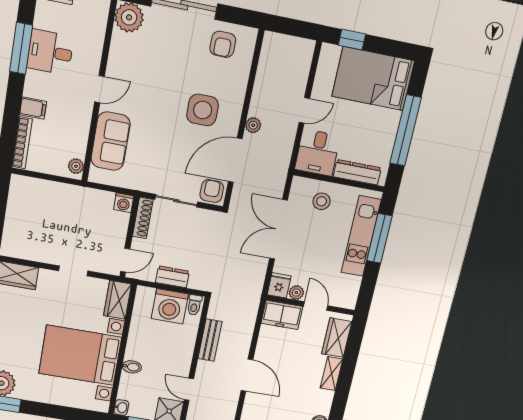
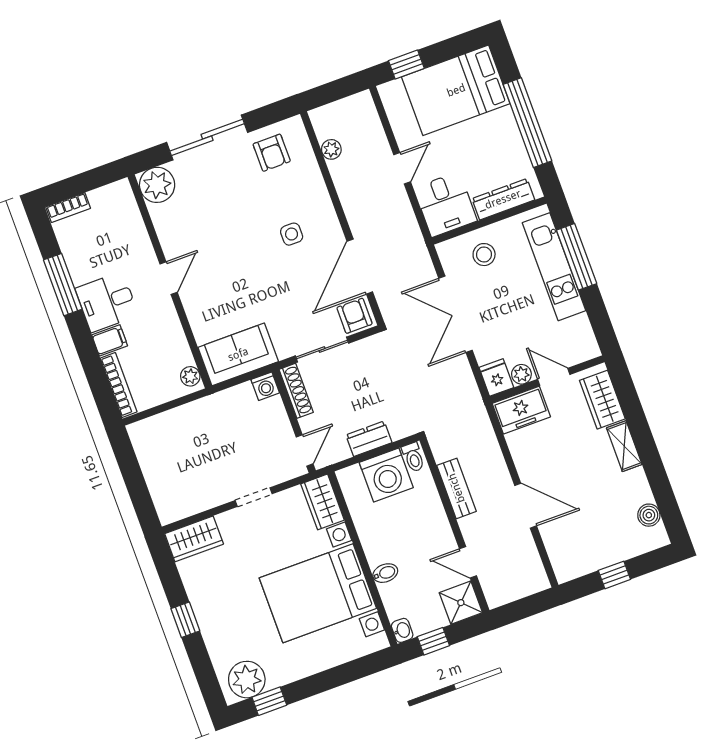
desk: (50, 52) -> (107, 302), moved
side table: (203, 110) -> (292, 234), width x0.54, depth x0.54
plant: (253, 125) -> (331, 149), moved
sofa: (111, 141) -> (238, 354), moved, turned -90

